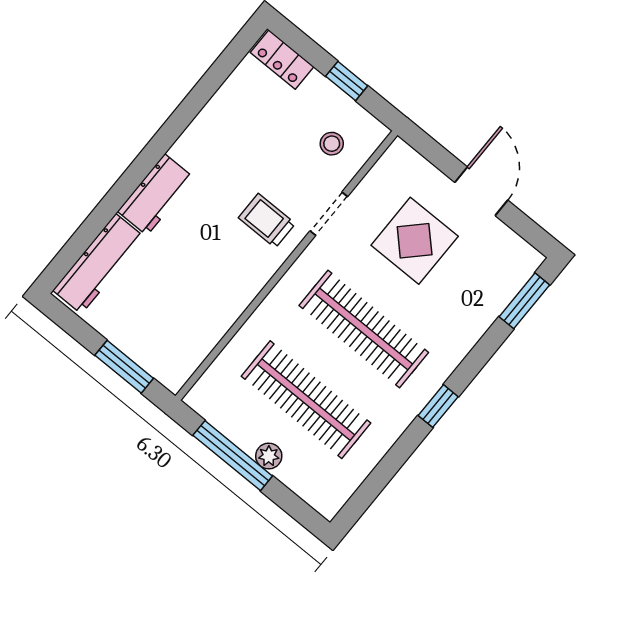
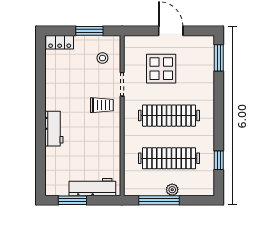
window: (347, 81) -> (89, 31), width x1.50
trolley: (267, 221) -> (102, 105), turned 180
workbench: (99, 264) -> (92, 187), moved, turned -90
window: (124, 367) -> (72, 200), moved
window: (438, 406) -> (219, 160), moved

